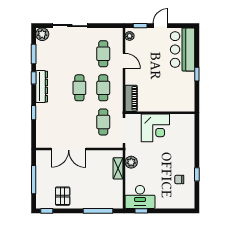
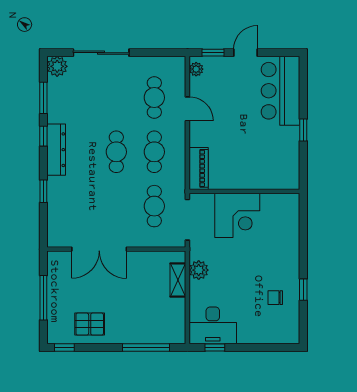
pallet: (63, 196) -> (90, 324), turned 90

